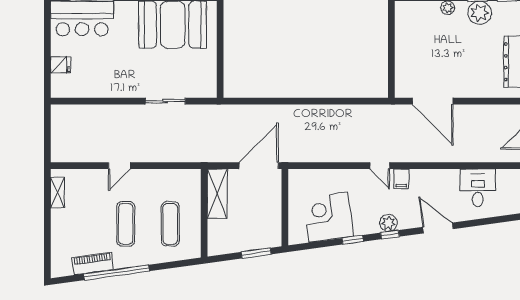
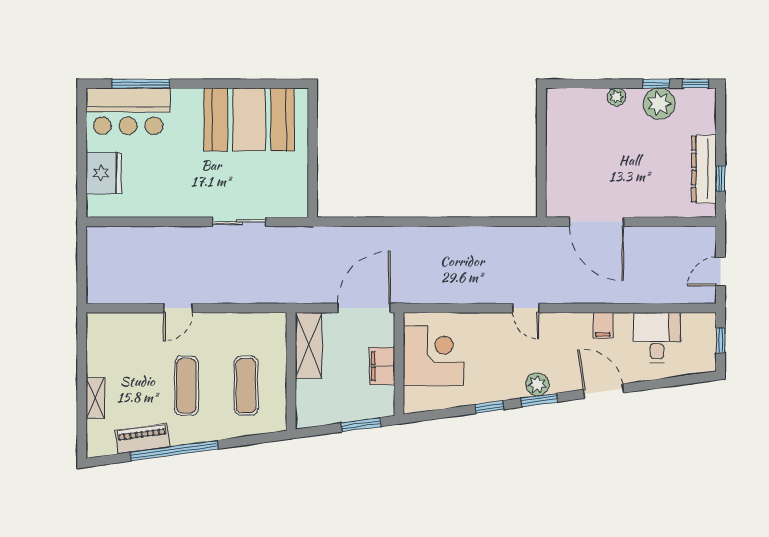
fridge: (60, 65) -> (104, 173), width x1.88, depth x1.34
filing cabinet: (401, 179) -> (603, 325), moved
shelving: (58, 193) -> (95, 398), moved
filing cabinet: (272, 209) -> (382, 366), added
corner desk: (328, 217) -> (433, 356), moved, turned 98
window: (390, 235) -> (539, 400), width x1.50

